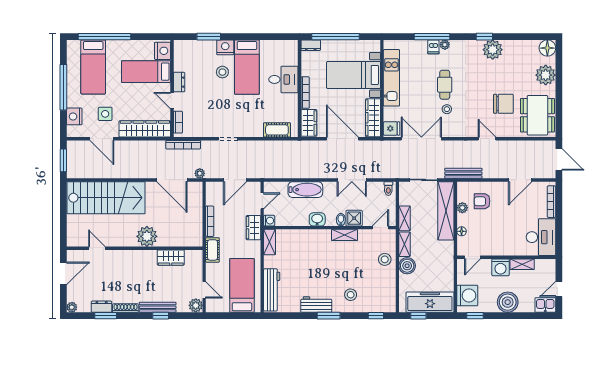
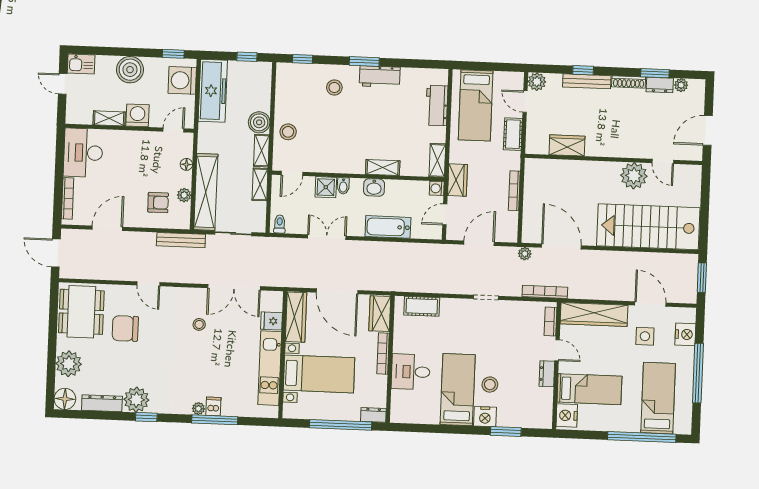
dresser: (519, 46) -> (102, 403), added
cafe table: (445, 85) -> (201, 356), removed
fridge: (392, 128) -> (272, 321), moved
shelving: (344, 235) -> (383, 168), moved
plant: (147, 236) -> (634, 176), moved
cot: (212, 250) -> (513, 134), moved
door: (559, 289) -> (63, 84), swing flipped
workbench: (272, 290) -> (437, 106), width x0.73
freezer: (430, 302) -> (213, 91), moved, turned -90
plant: (72, 307) -> (681, 85), moved

